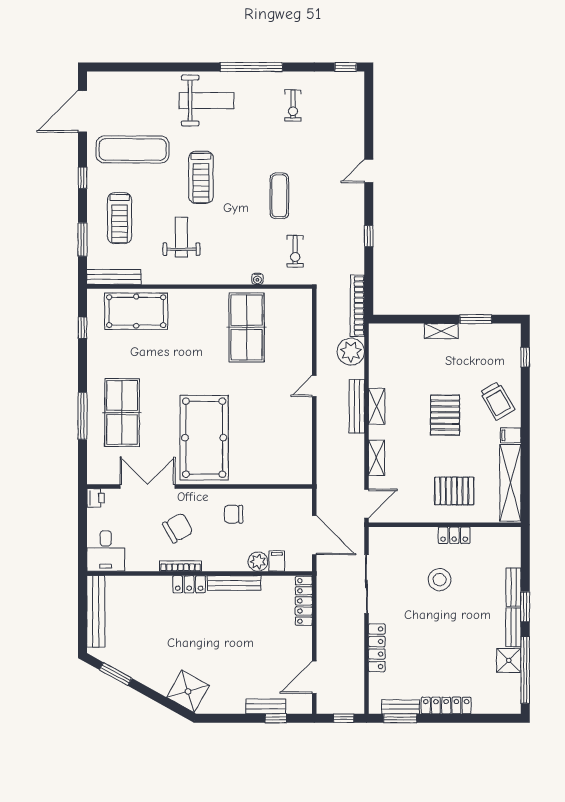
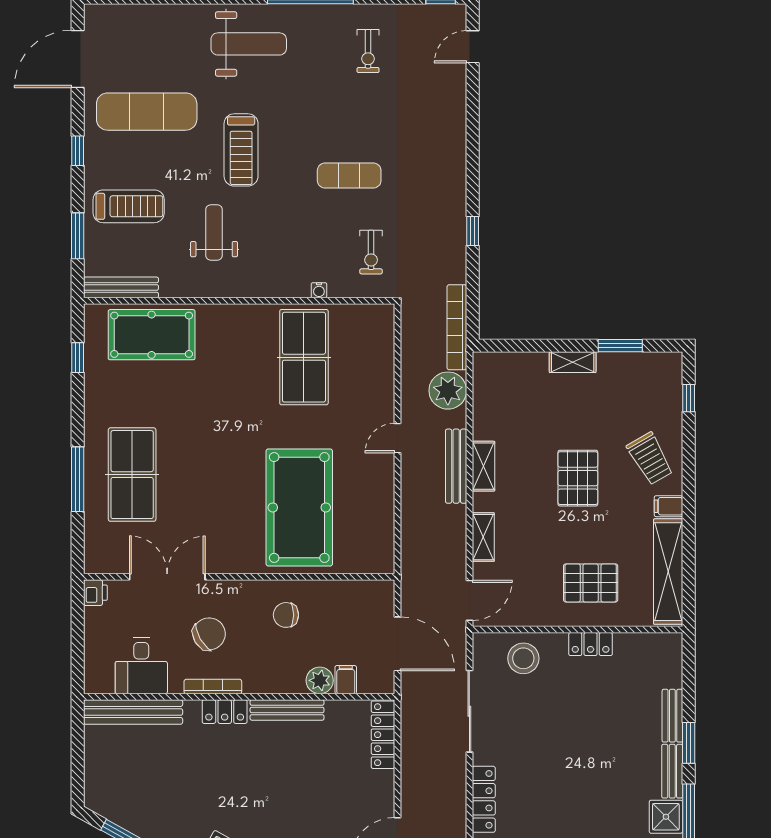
door: (369, 171) -> (473, 47), moved
exercise mat: (279, 196) -> (349, 176), turned 90
treadmill: (120, 218) -> (129, 206), turned -90
pool table: (204, 438) -> (299, 507), moved
desk: (106, 551) -> (141, 666), moved
stool: (440, 580) -> (523, 658), moved
bench: (96, 611) -> (133, 712), moved, turned 90

